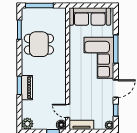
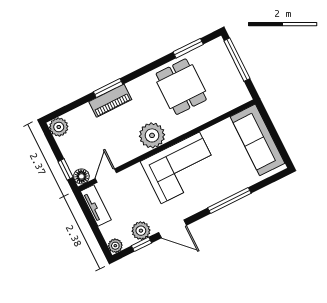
corner sofa: (99, 58) -> (180, 168), moved, turned 180
plant: (58, 74) -> (152, 135), added
plant: (108, 107) -> (141, 231), added

